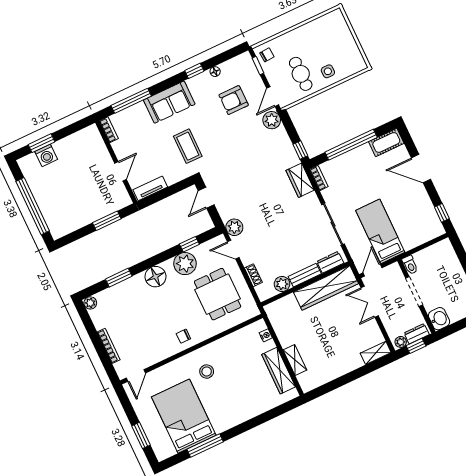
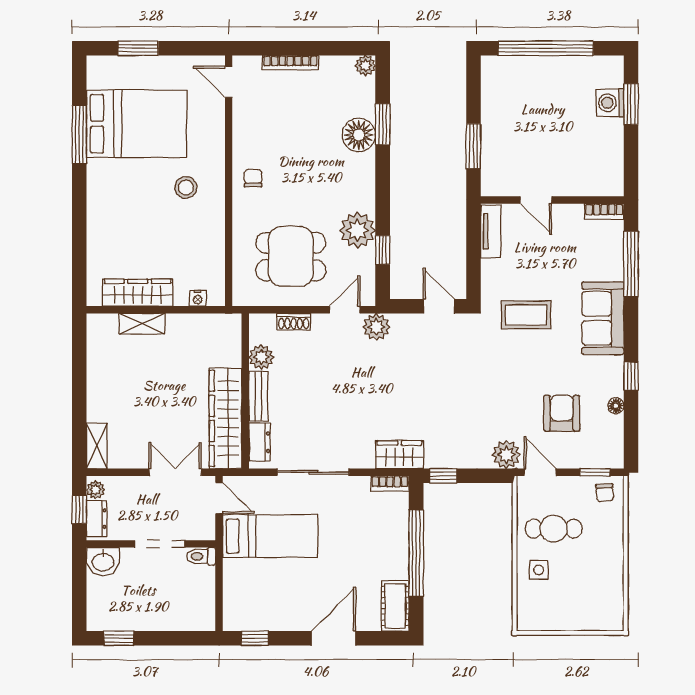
floor lamp: (155, 277) -> (359, 135), moved

